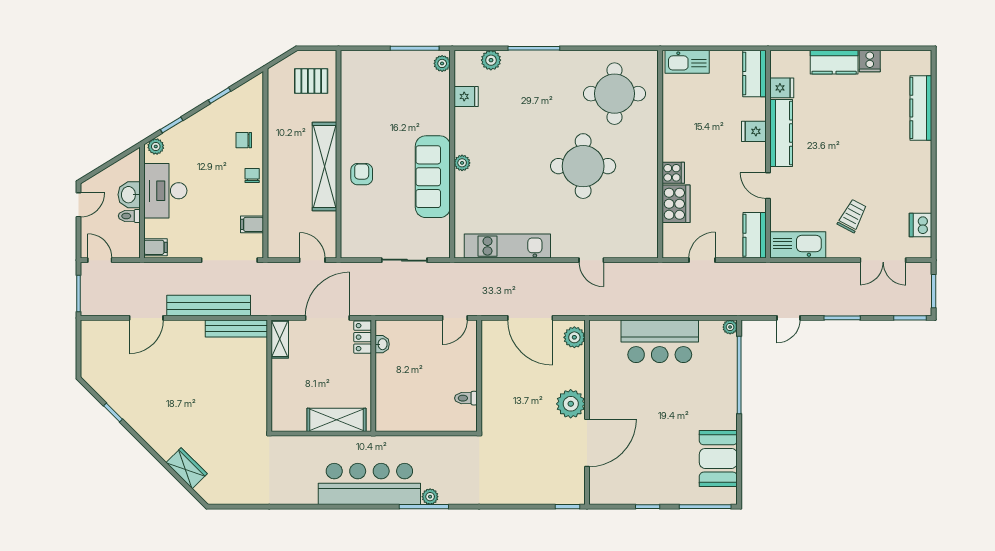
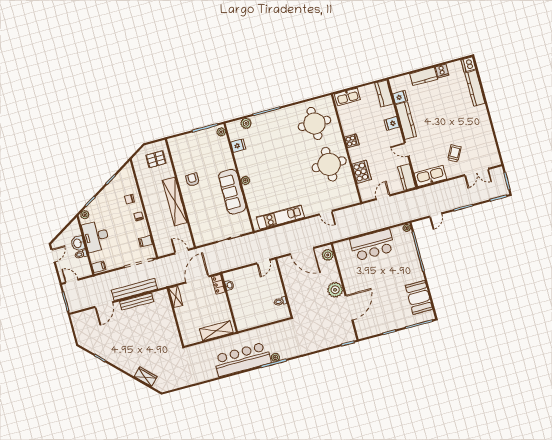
round table: (583, 166) -> (329, 164), moved
cooker: (673, 173) -> (352, 141), moved
armchair: (362, 174) -> (192, 180), moved
dishwasher: (921, 225) -> (468, 64), moved
bench: (236, 328) -> (137, 302), moved

